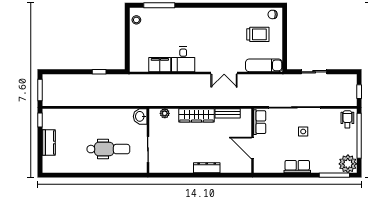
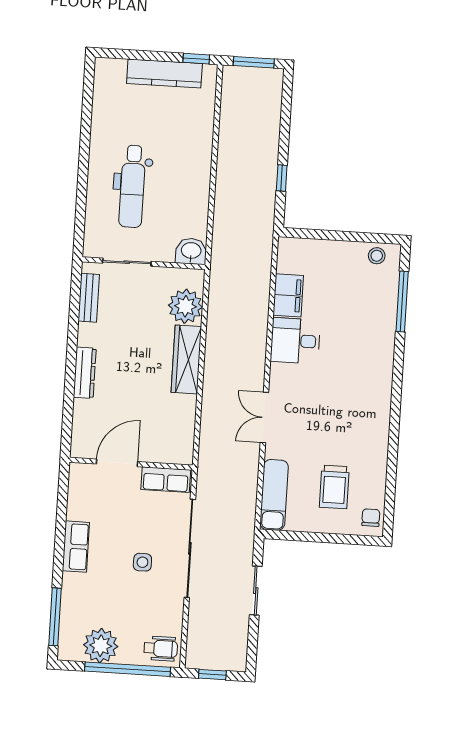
plant: (165, 113) -> (185, 306), width x1.87, depth x1.87
bench: (228, 113) -> (89, 298), moved
kitchen counter: (49, 142) -> (164, 73), width x1.50
plant: (348, 164) -> (101, 646), moved

